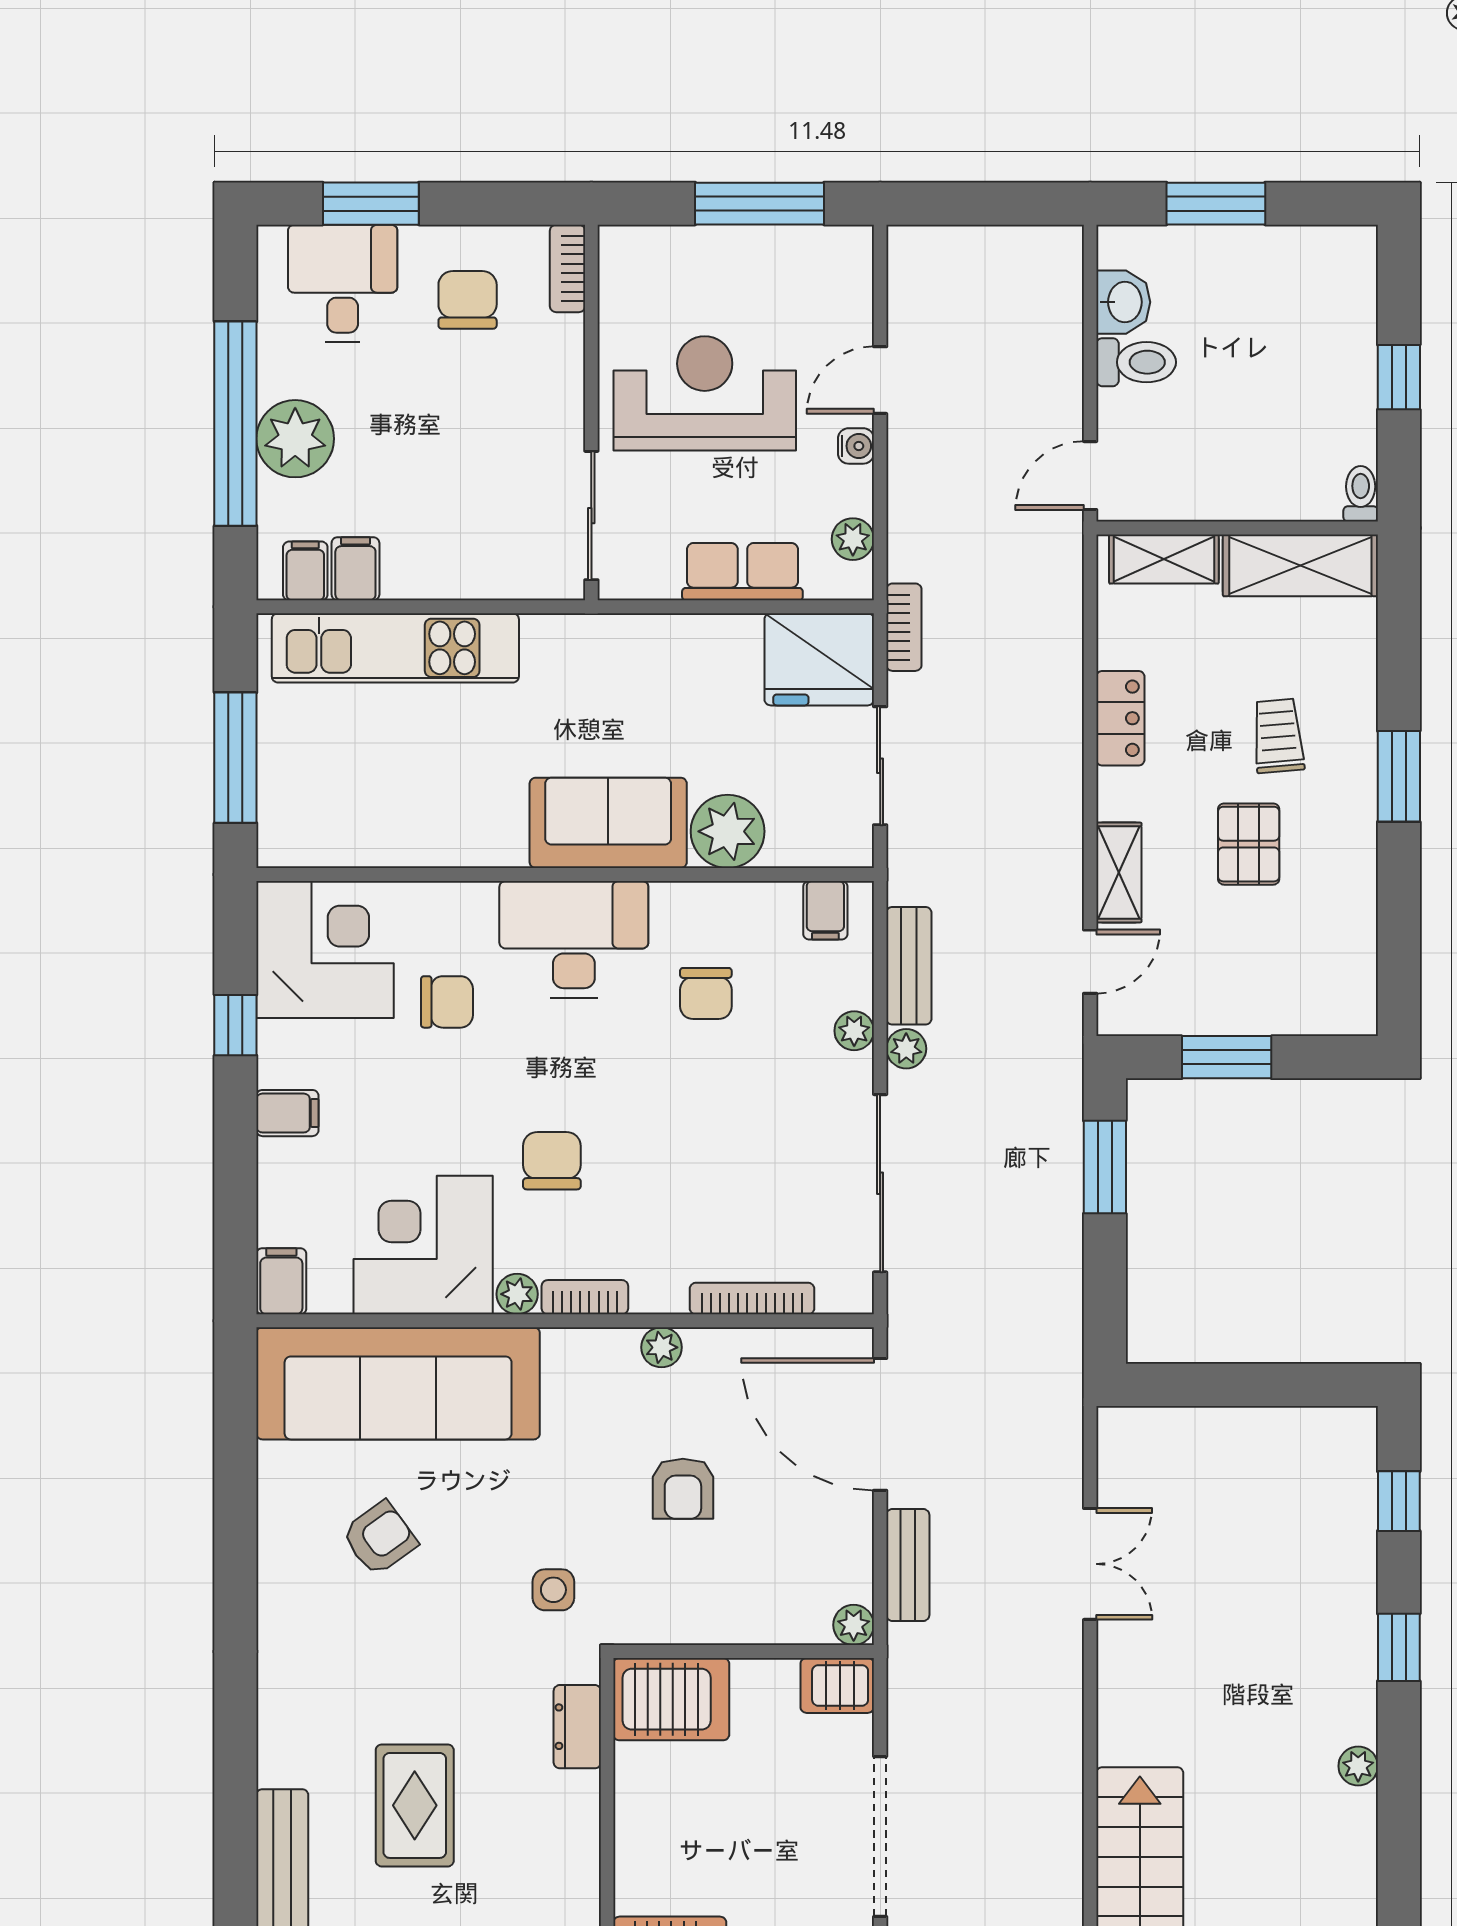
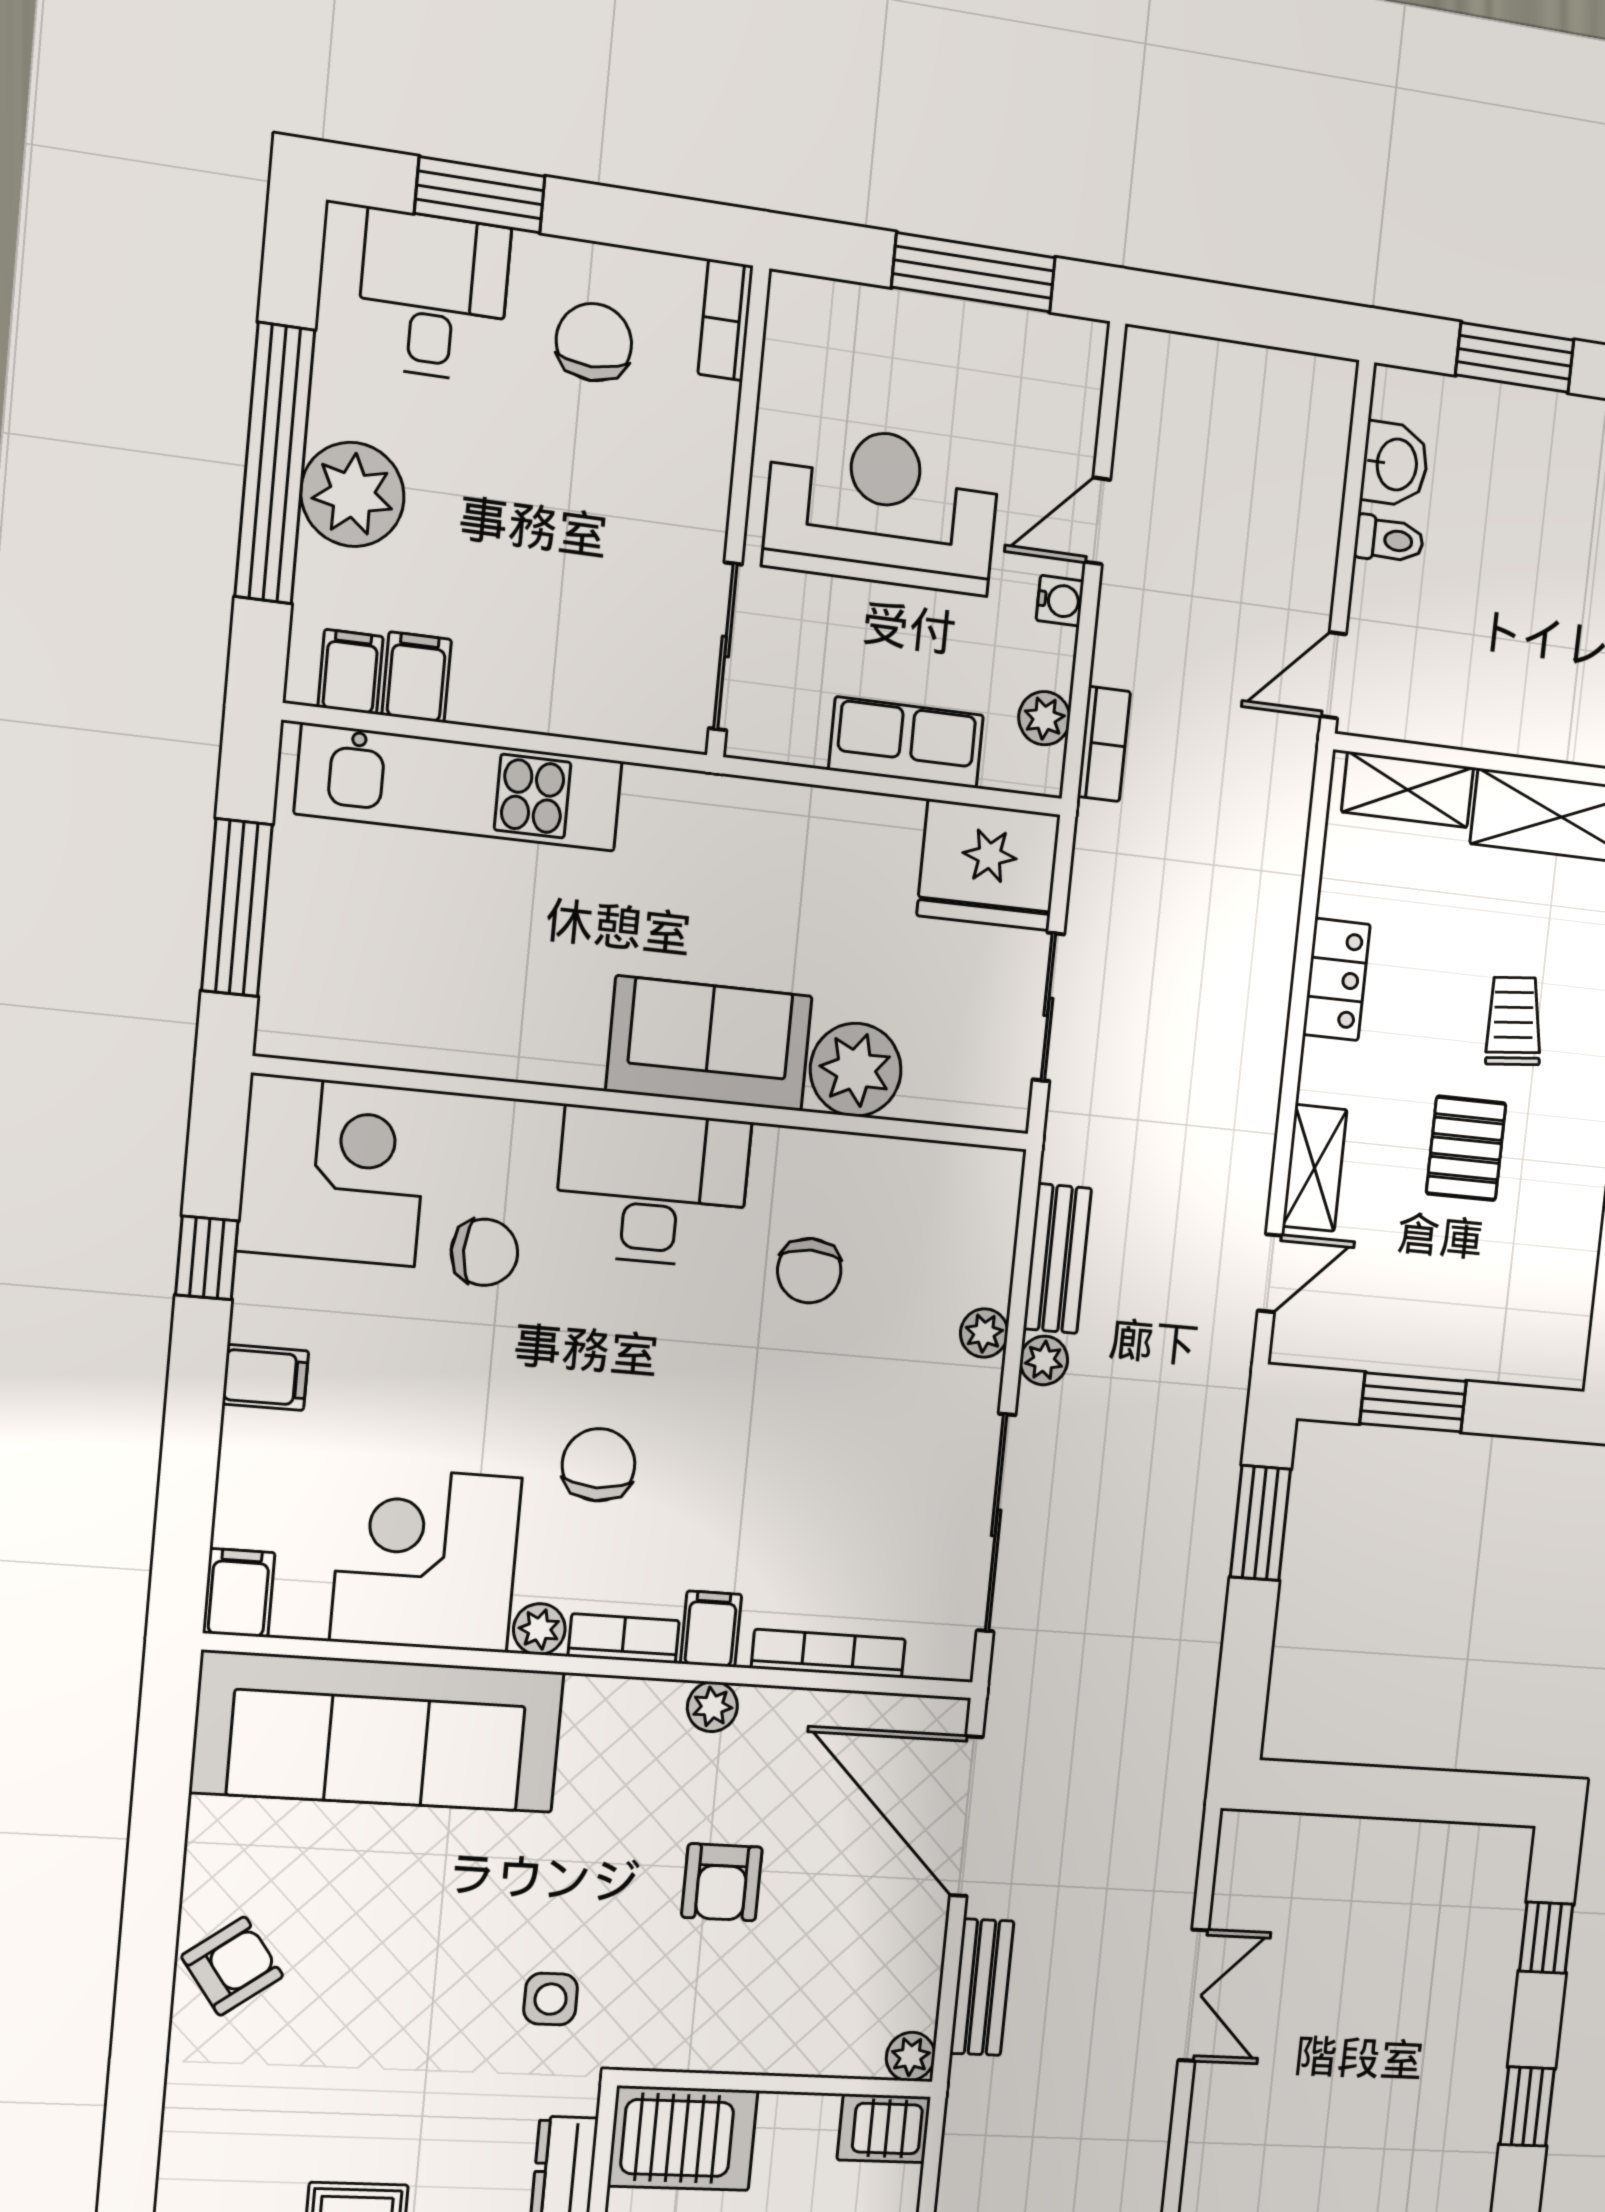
toilet: (1136, 362) -> (1389, 540), width x0.73, depth x0.72
bookcase: (904, 627) -> (1104, 744), moved
filing cabinet: (825, 910) -> (711, 1629), moved, turned 180
armchair: (380, 1538) -> (232, 1966), moved

